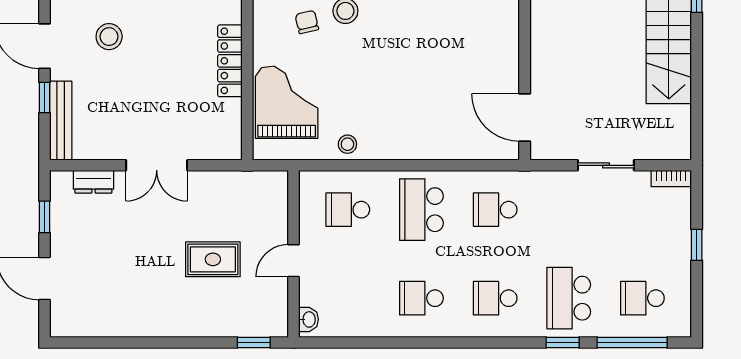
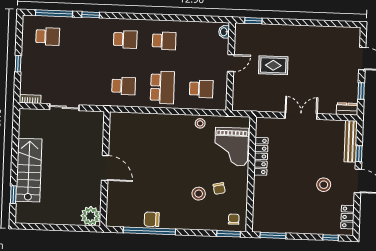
locker: (230, 61) -> (261, 156), moved
door: (525, 117) -> (105, 168), moved
dresser: (93, 182) -> (347, 109), moved
school desk: (569, 298) -> (86, 38), removed

